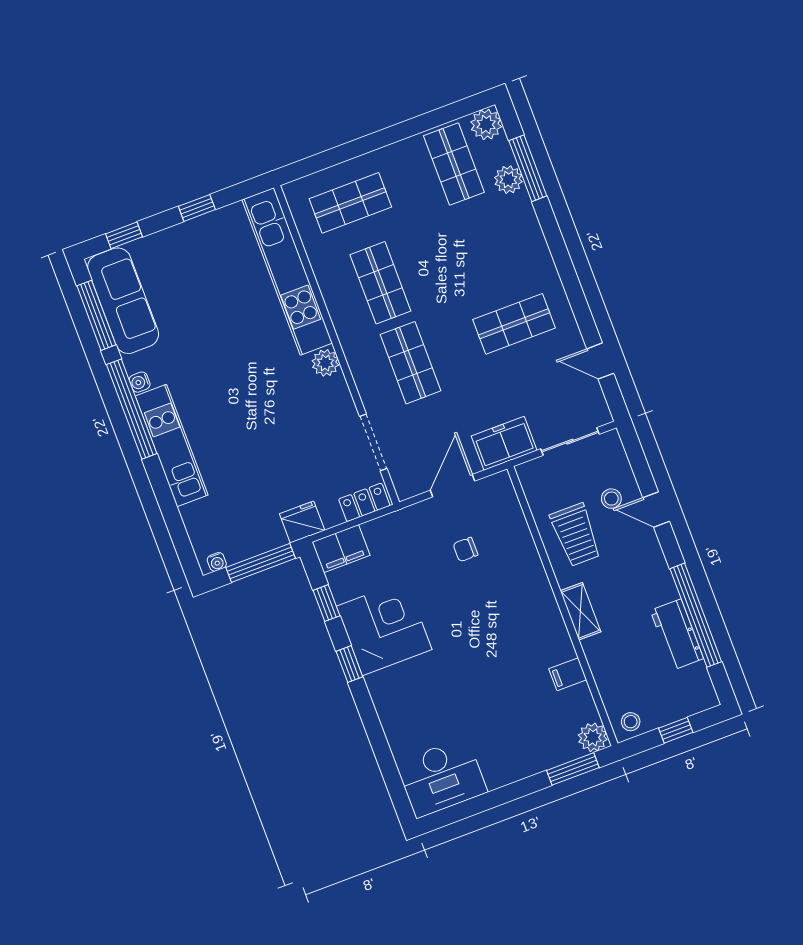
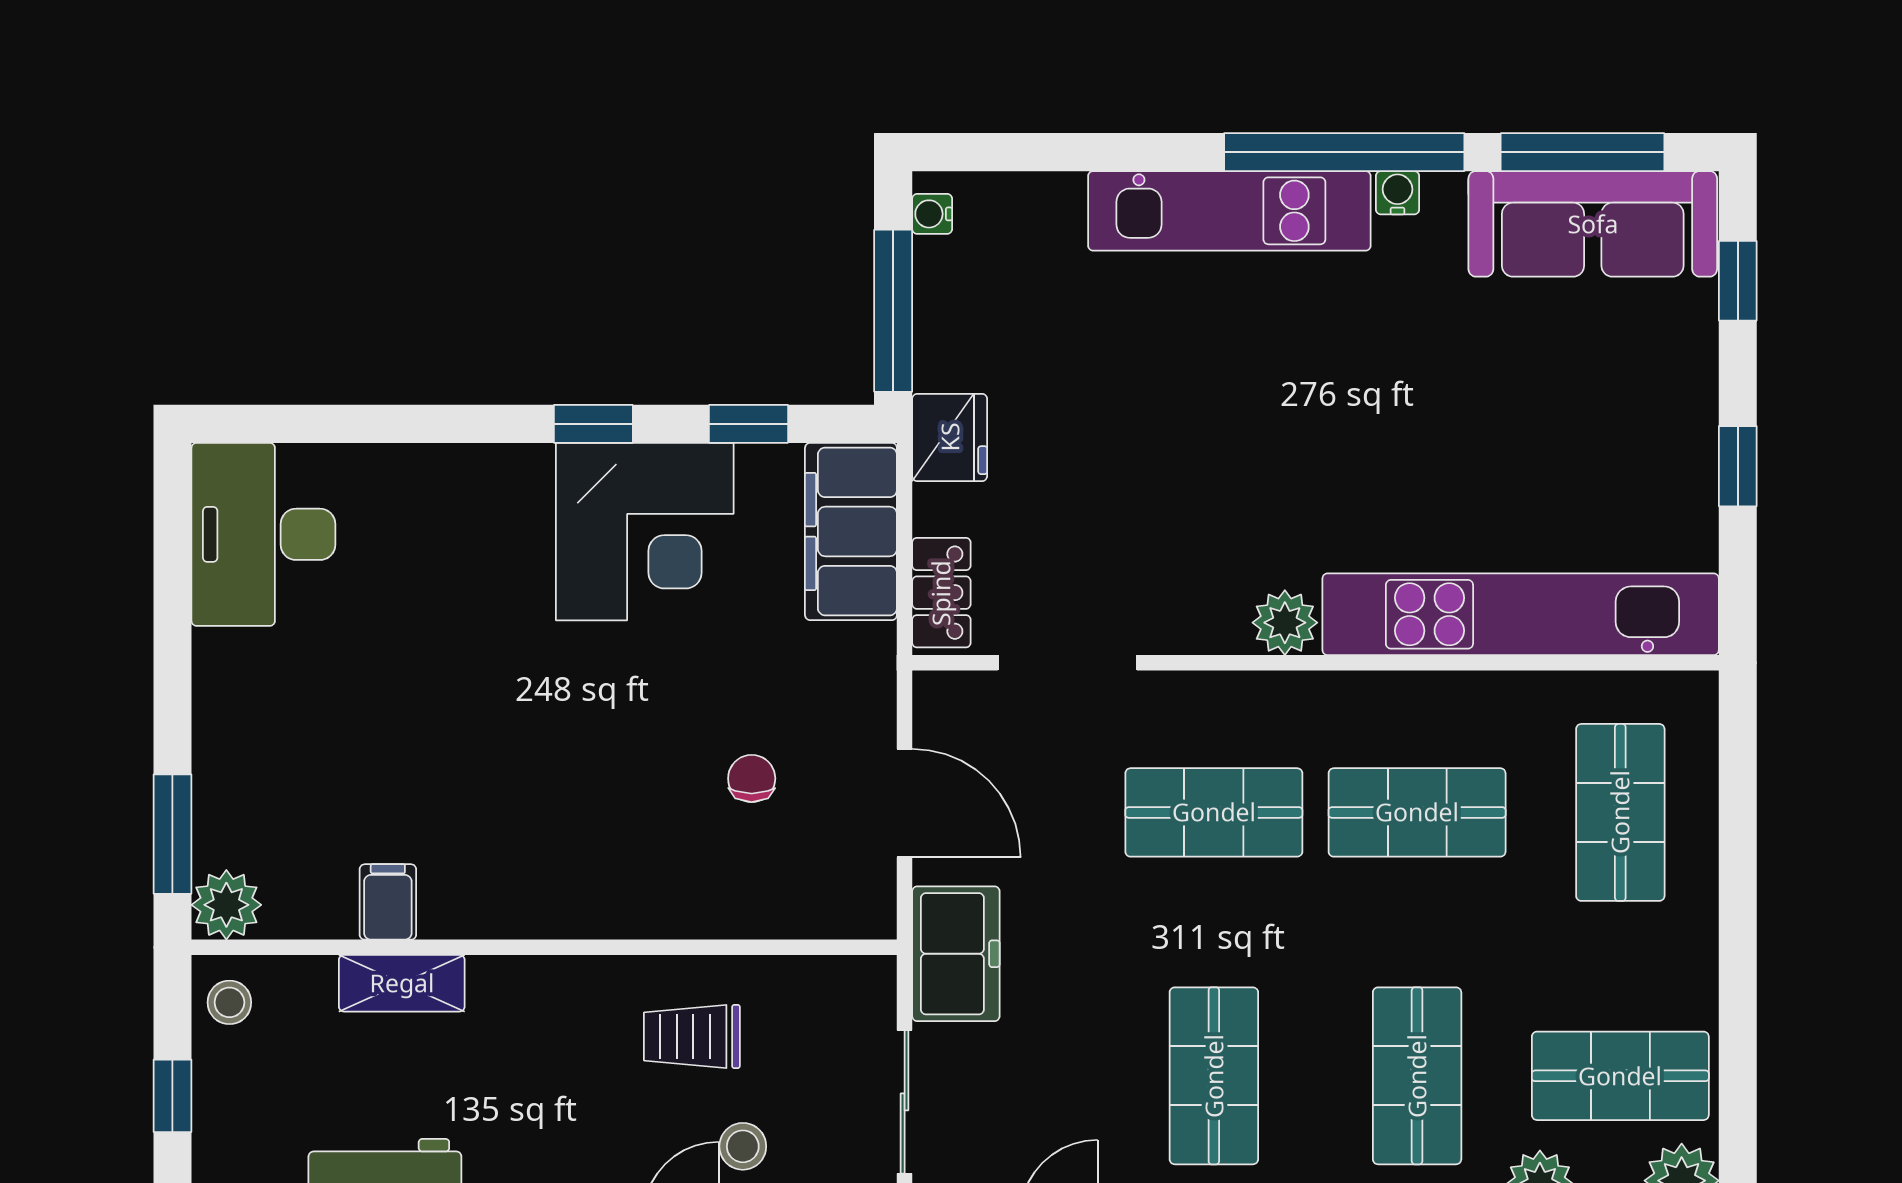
shop shelf: (484, 244) -> (1417, 1076), added
trolley: (576, 535) -> (692, 1036), width x0.73, depth x0.72
filing cabinet: (341, 549) -> (851, 531), width x1.50, depth x1.17
shelving: (581, 611) -> (402, 983), moved

